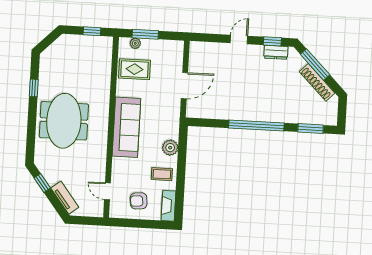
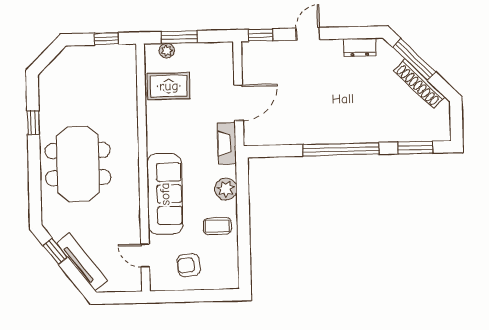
window: (272, 41) -> (261, 35), moved
sofa: (126, 127) -> (165, 194), moved
tv unit: (65, 198) -> (82, 262), width x1.41
fireplace: (168, 206) -> (227, 143), moved

